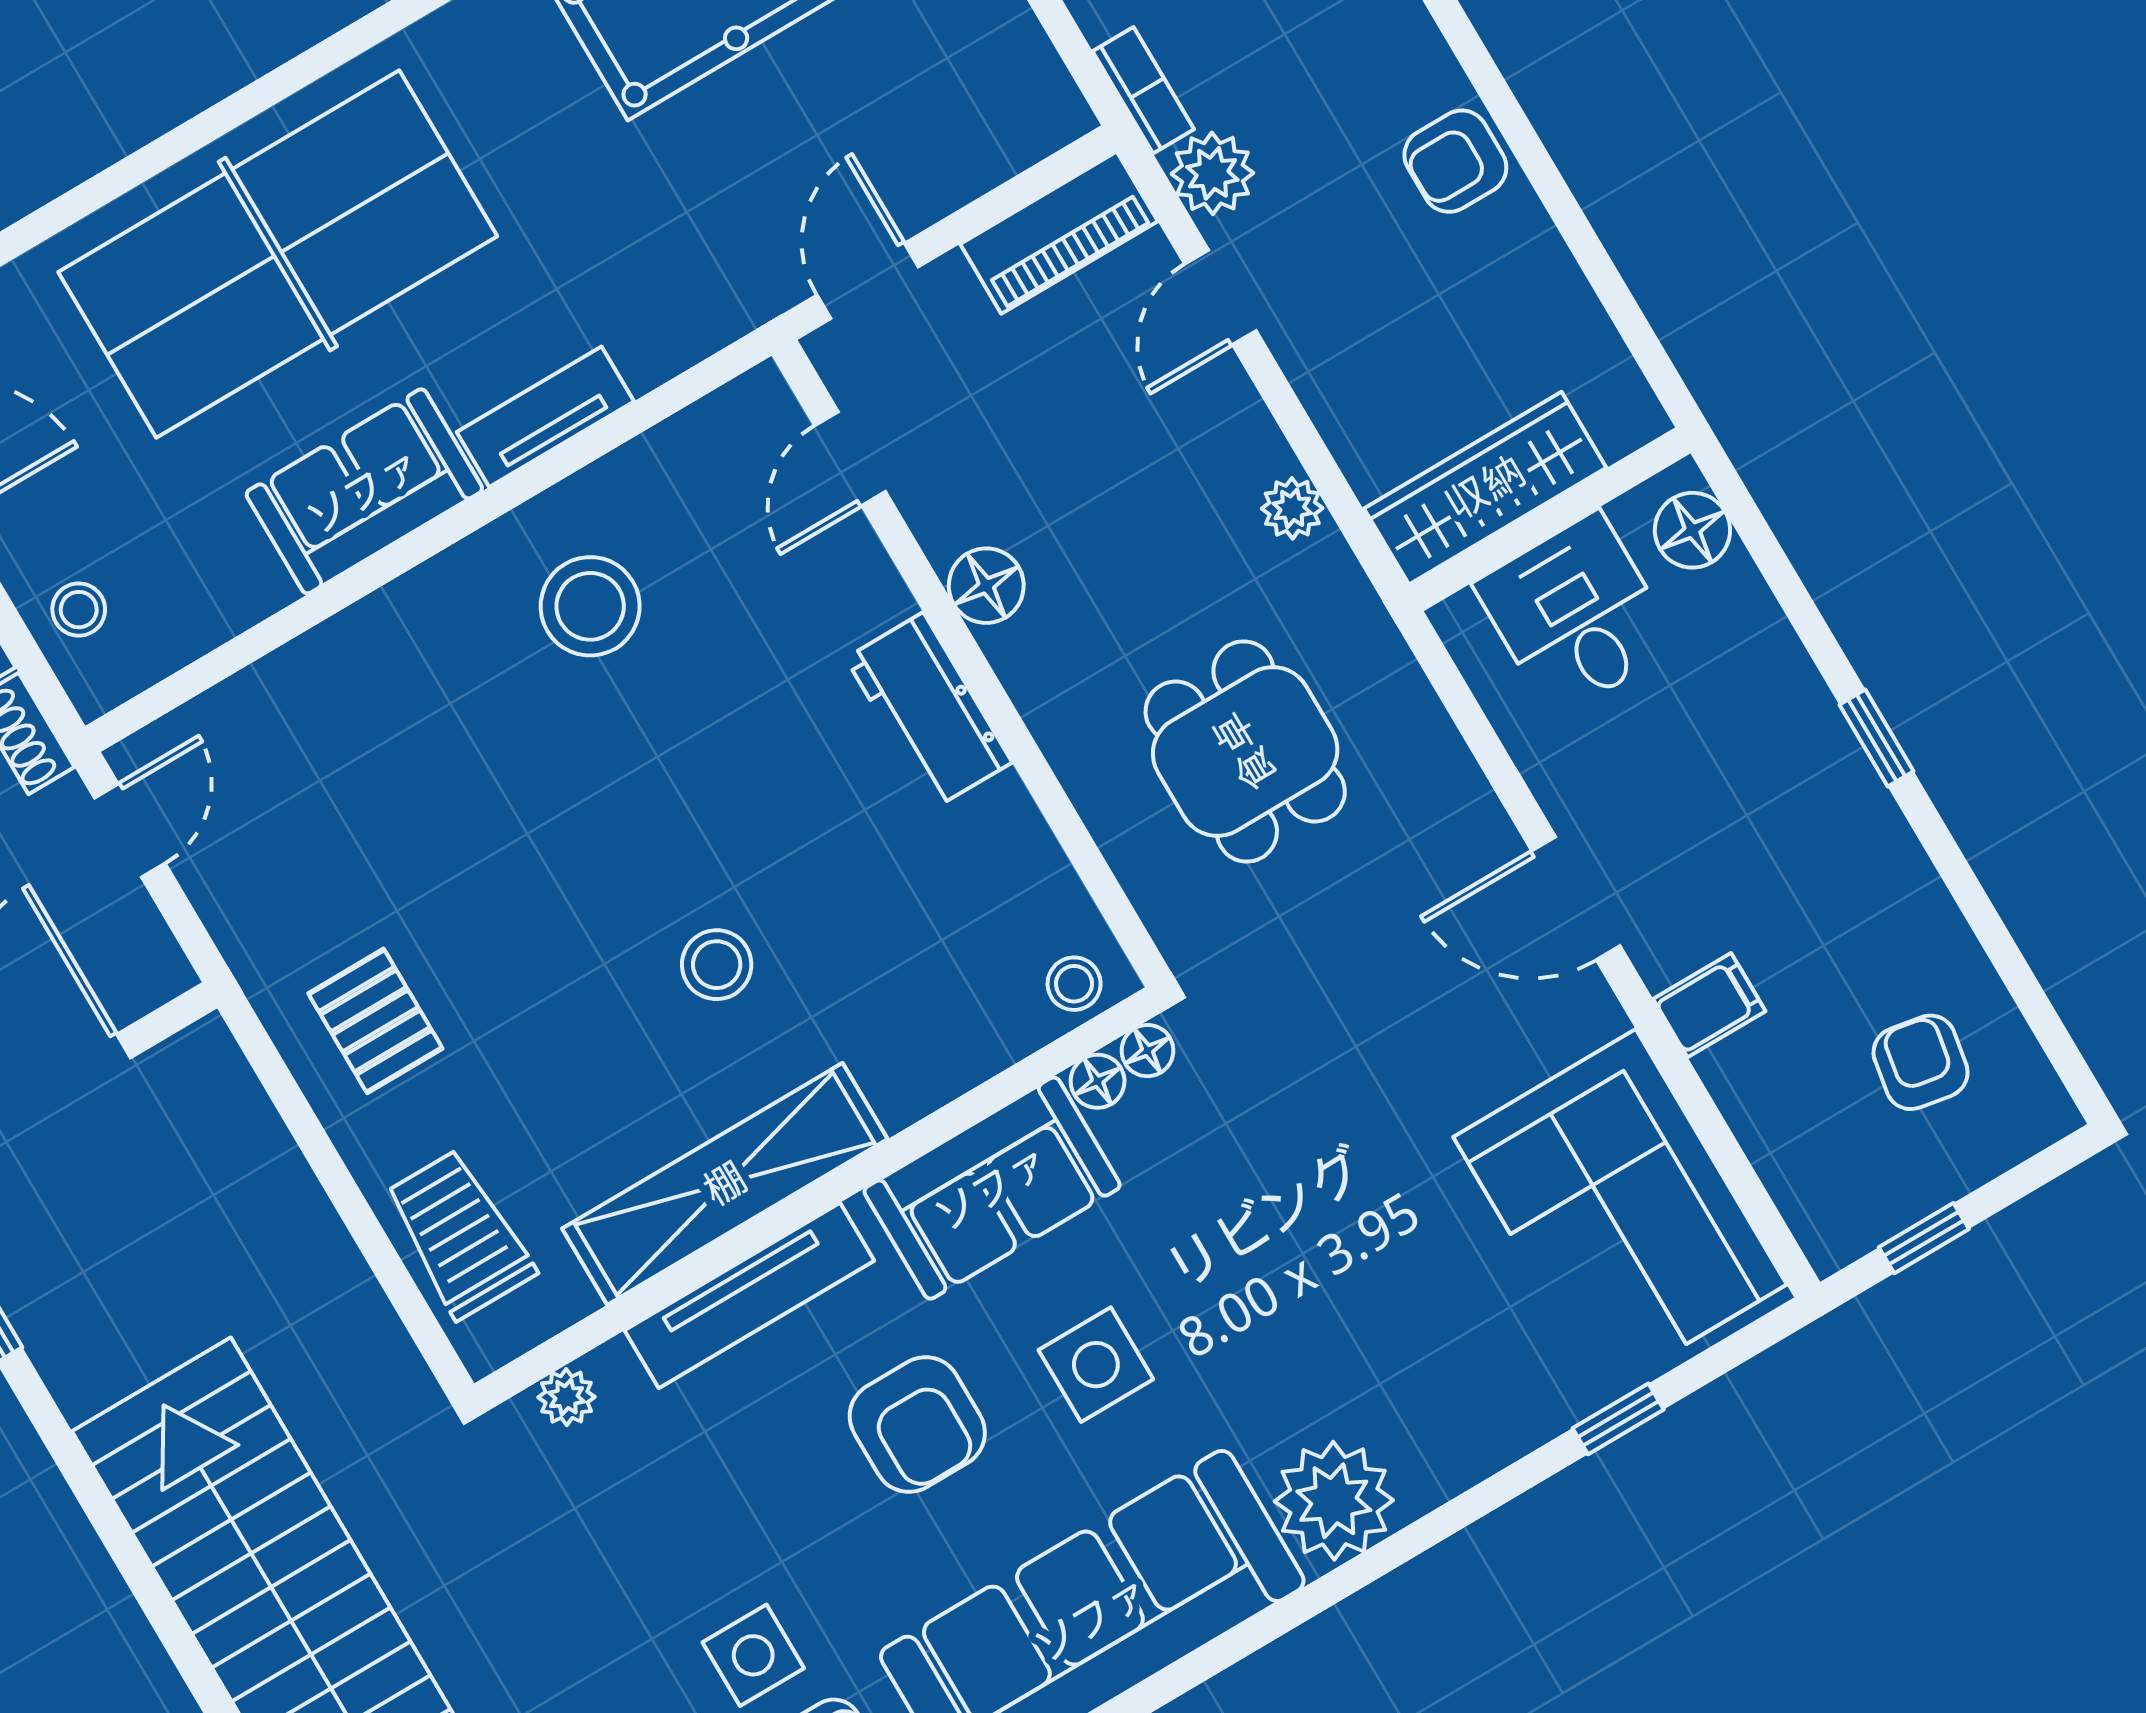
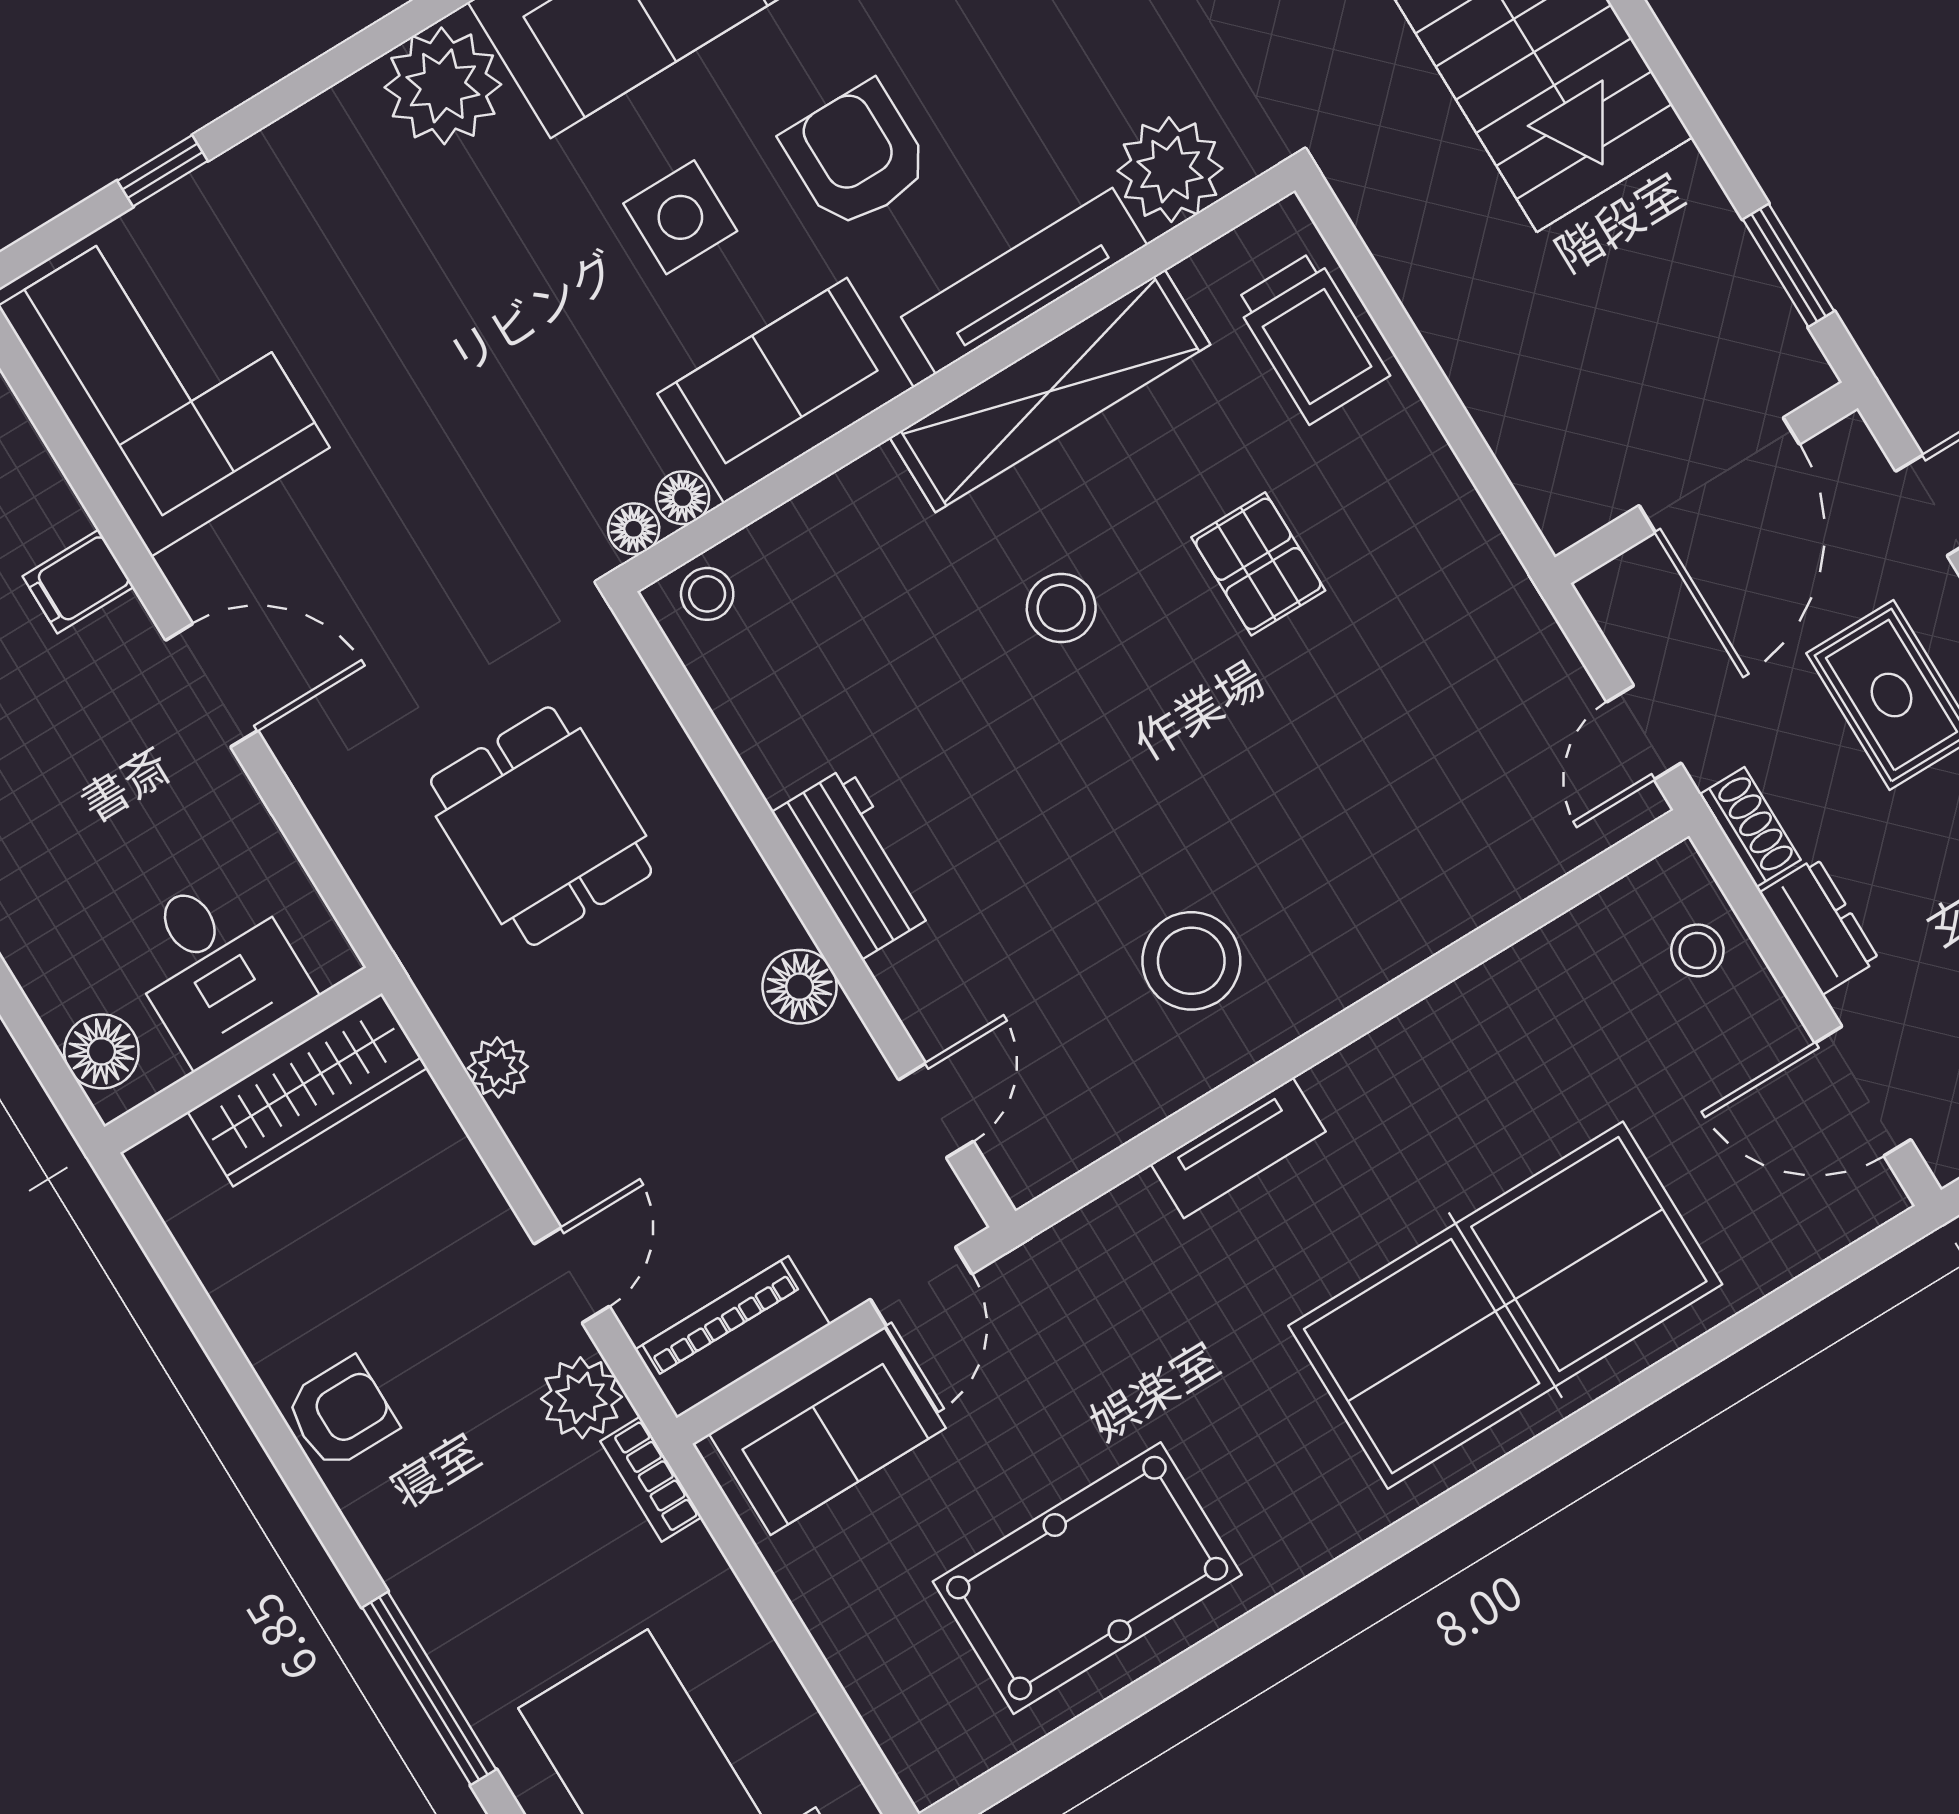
sofa: (364, 491) -> (827, 1431), moved
pallet: (375, 1021) -> (1258, 564), moved
plant: (567, 1397) -> (1170, 170), width x1.87, depth x1.87

